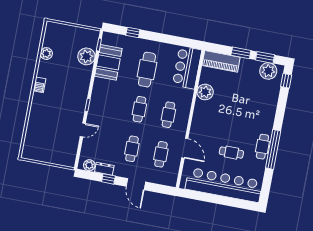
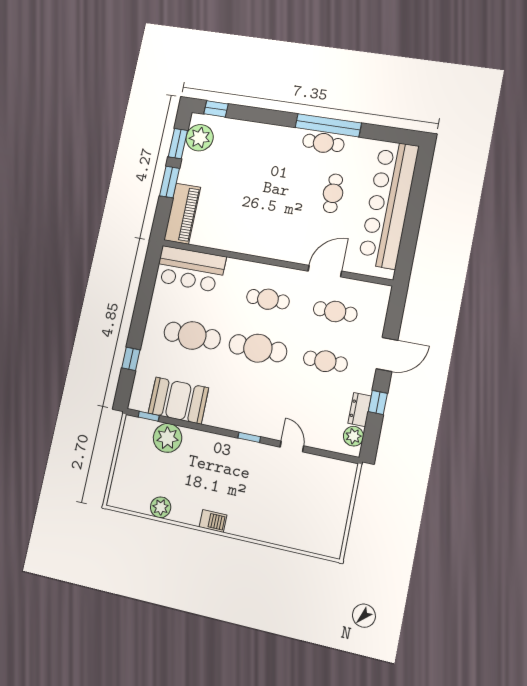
plant: (205, 92) -> (231, 239), removed
cafe table: (139, 109) -> (258, 348), width x1.37, depth x1.35

